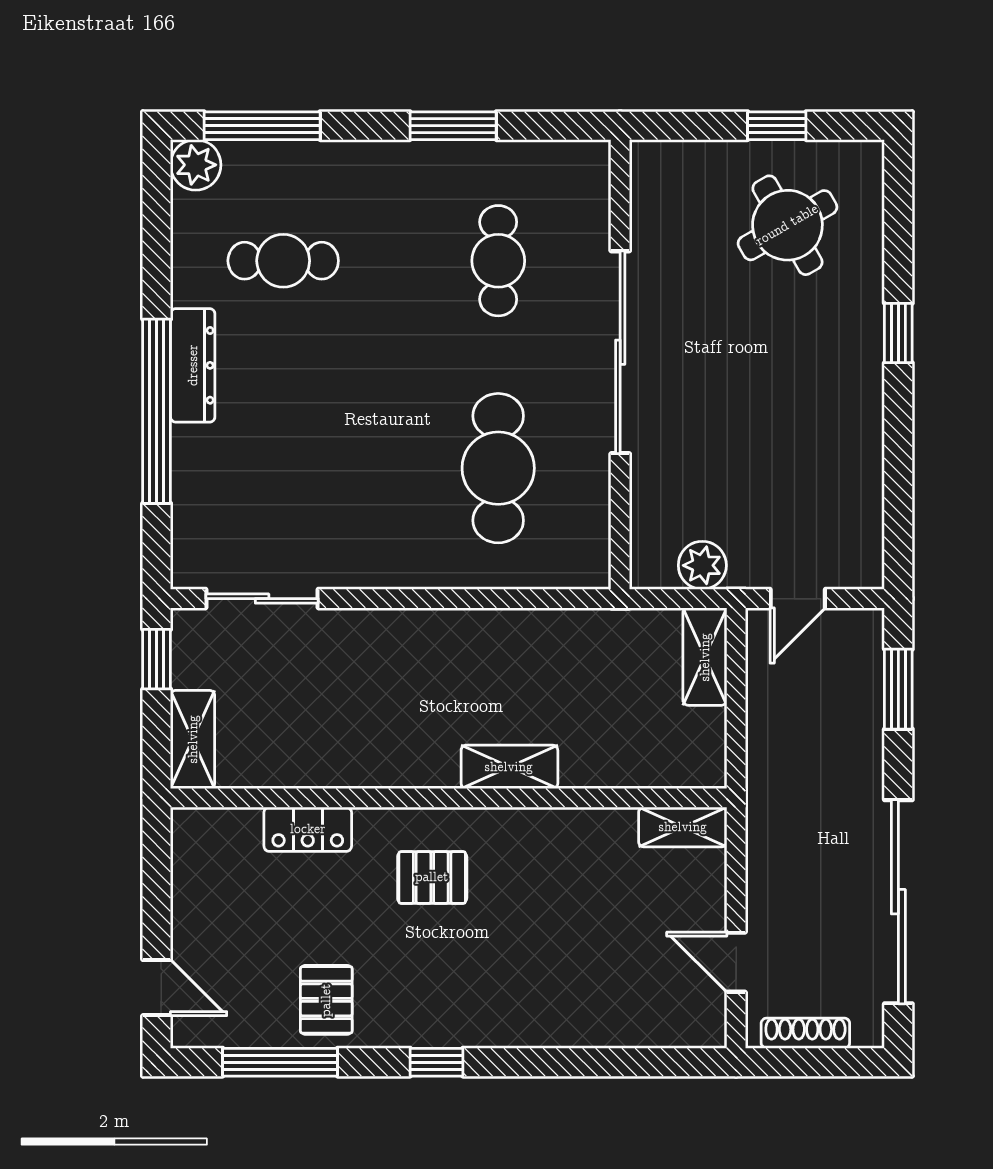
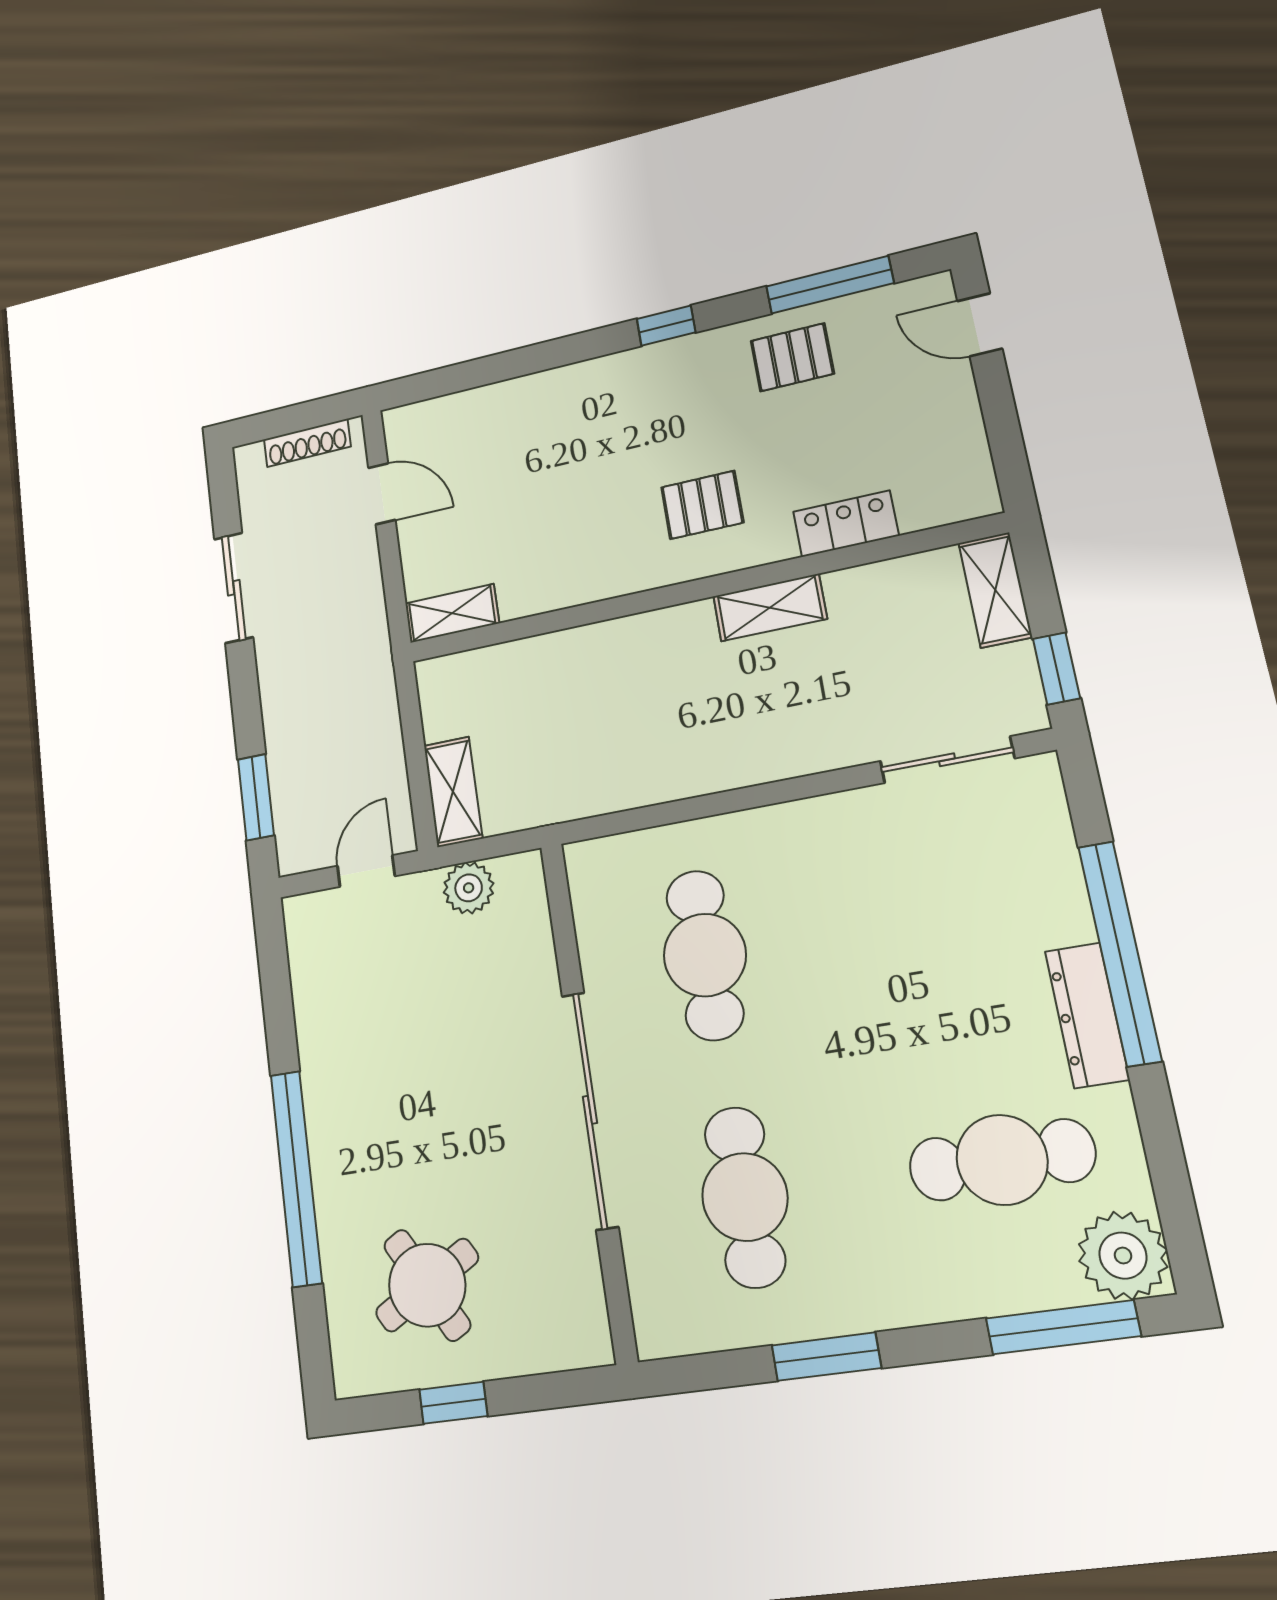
plant: (196, 165) -> (1123, 1256), width x1.36, depth x1.36
cafe table: (283, 261) -> (1002, 1160), width x1.37, depth x1.35
cafe table: (498, 261) -> (745, 1197), width x1.37, depth x1.35
window: (898, 333) -> (296, 1178), width x3.17
shelving: (509, 767) -> (770, 608), moved
sliding door: (898, 902) -> (234, 588), width x0.54
pallet: (326, 1000) -> (792, 357), turned 90

